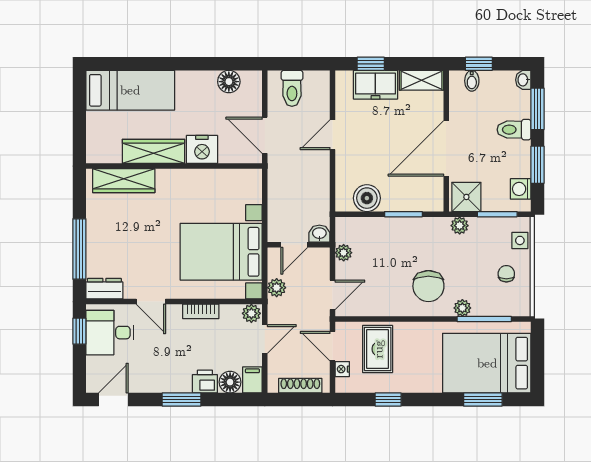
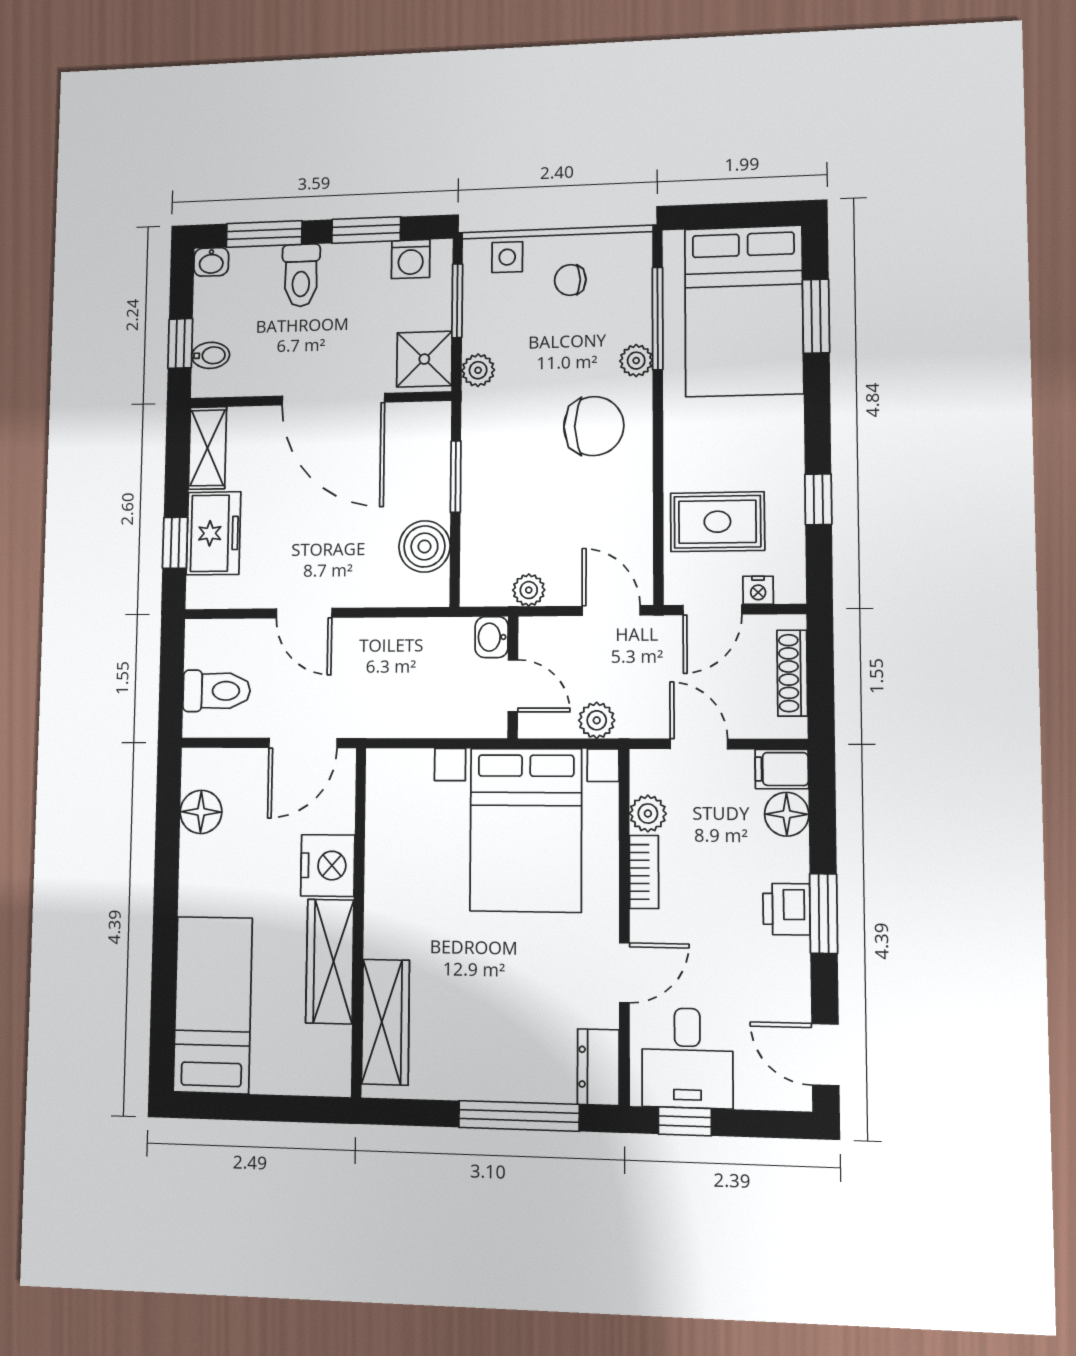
plant: (251, 313) -> (648, 814), moved
printer: (205, 382) -> (786, 909), moved

